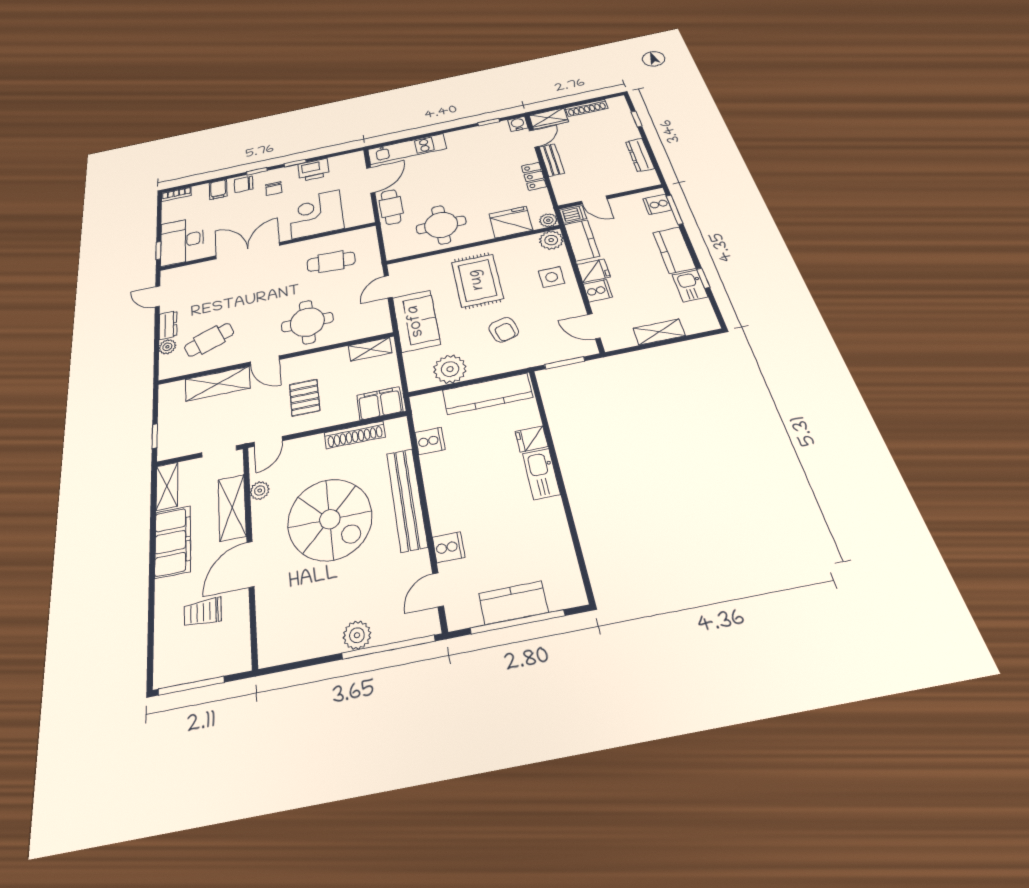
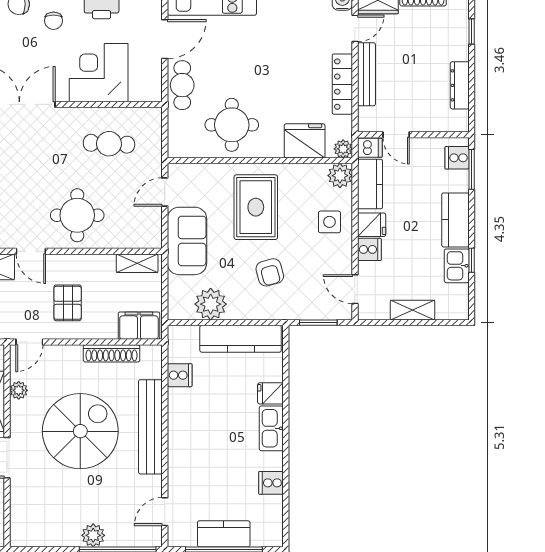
bench: (552, 160) -> (366, 74), width x1.36
locker: (534, 176) -> (342, 84), width x1.53
spiral stairs: (330, 519) -> (80, 431), turned -90
cooker: (449, 547) -> (271, 483), moved, turned 180

